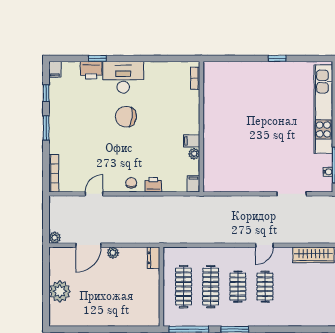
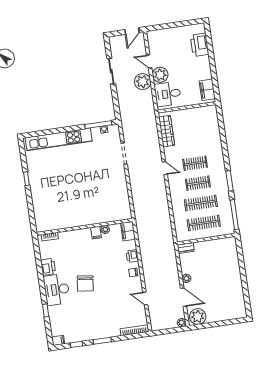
printer: (91, 70) -> (48, 267), moved
filing cabinet: (194, 184) -> (128, 231), width x2.00
plant: (60, 291) -> (198, 317), moved

